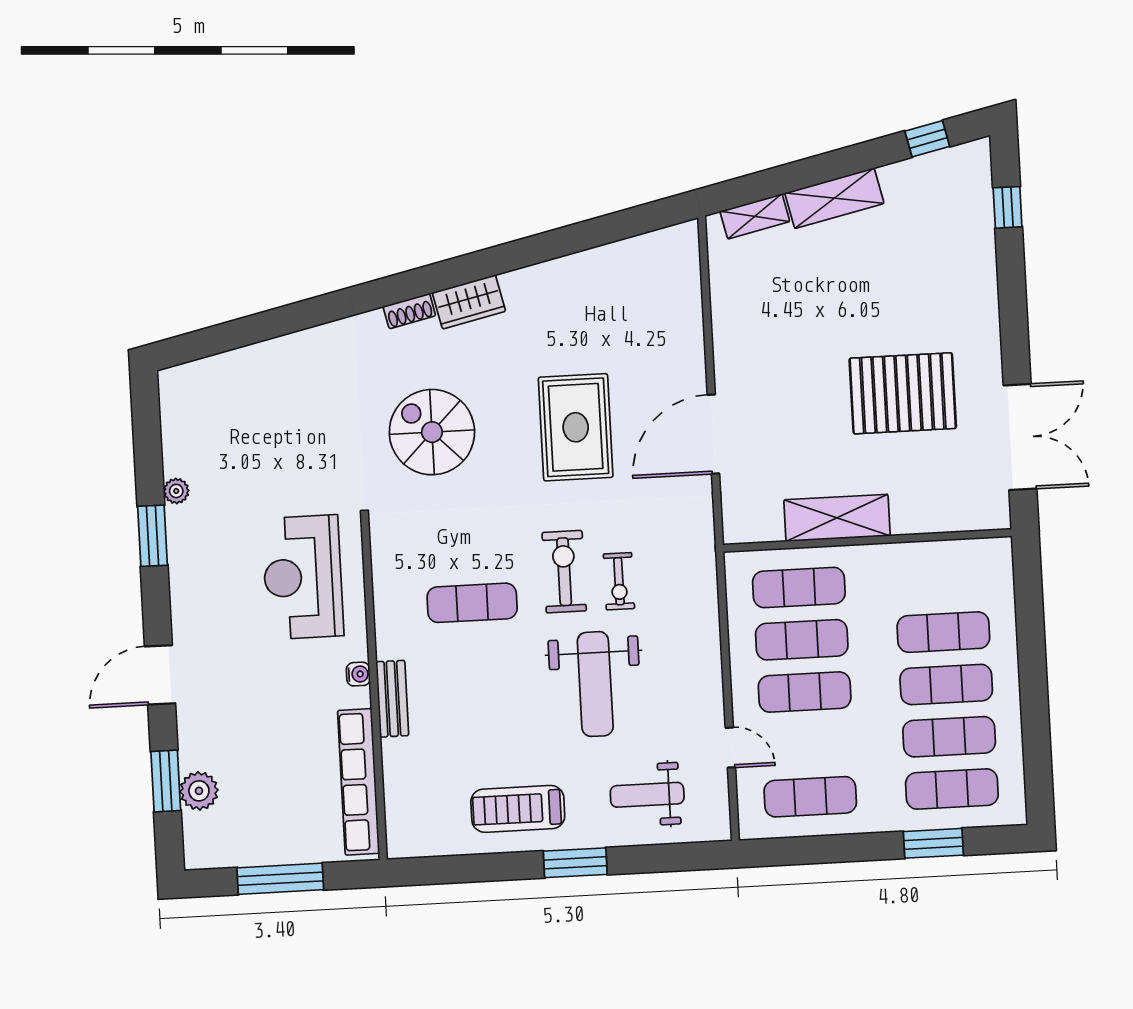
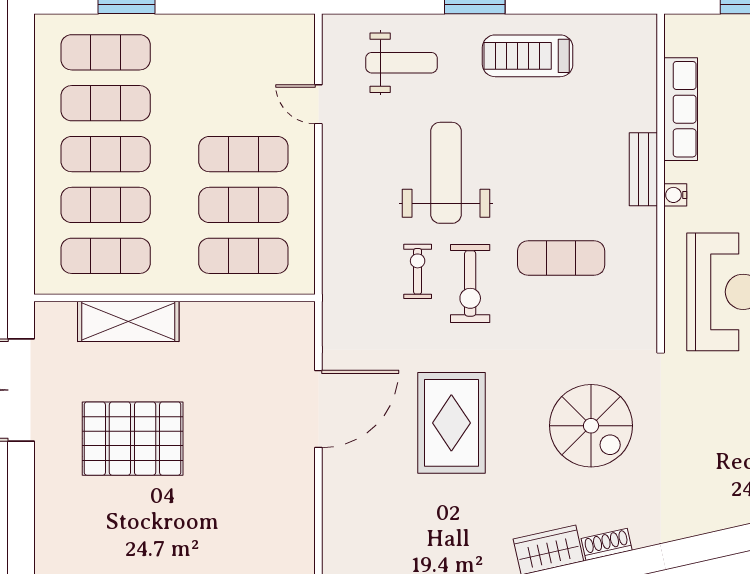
shelving: (837, 518) -> (128, 321), moved
row of seats: (359, 782) -> (681, 109), width x0.73
exercise mat: (810, 797) -> (106, 256), moved
treadmill: (518, 809) -> (528, 56), turned 180

